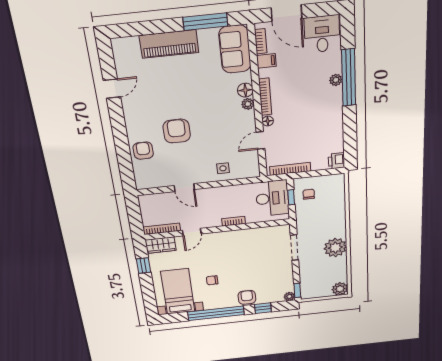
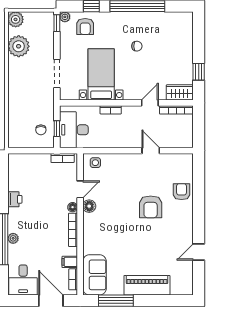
floor lamp: (245, 90) -> (89, 206), moved
plant: (248, 104) -> (88, 225), removed
armchair: (143, 151) -> (182, 192), turned 180
printer: (337, 161) -> (15, 199), moved
side table: (223, 168) -> (95, 163), moved
bookcase: (290, 169) -> (63, 158), width x0.64
plant: (335, 248) -> (19, 46), moved
bed with nightstands: (178, 291) -> (101, 74), moved, turned 180
armchair: (247, 297) -> (85, 26), moved

